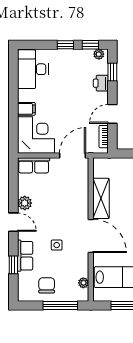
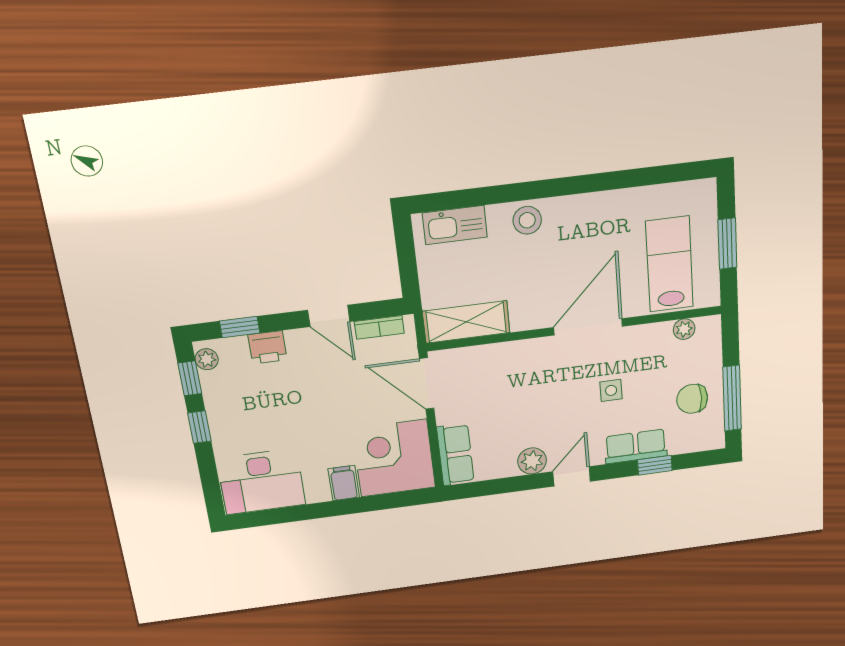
shelving: (101, 198) -> (466, 322), moved
window: (60, 306) -> (732, 398), moved

